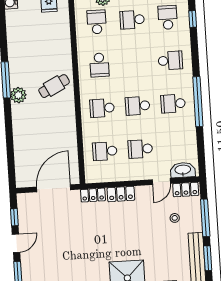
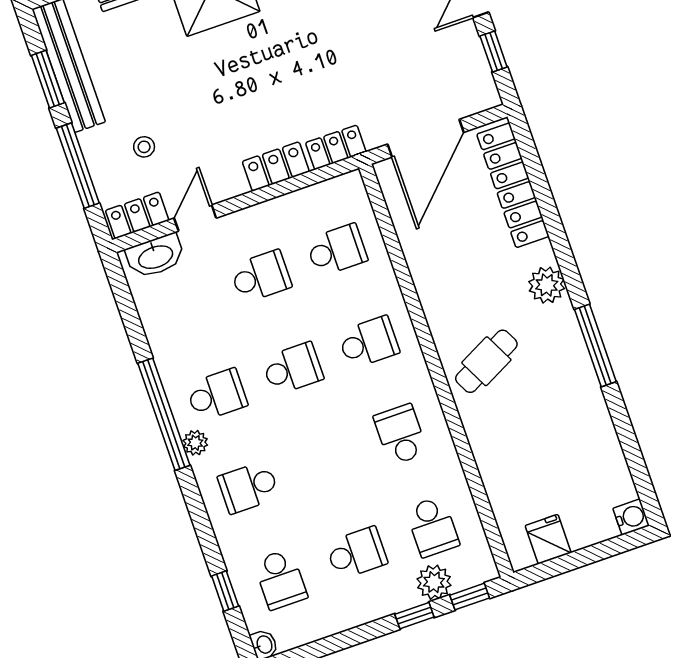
plant: (188, 86) -> (195, 443), added
plant: (18, 95) -> (547, 285), moved
locker: (22, 158) -> (513, 185), added

